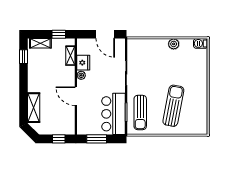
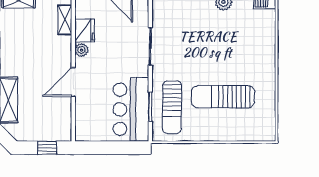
door: (76, 96) -> (73, 82), hinge flipped
sun lounger: (173, 106) -> (223, 97), turned -101
window: (97, 139) -> (105, 148), removed

